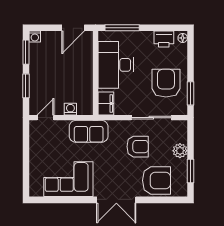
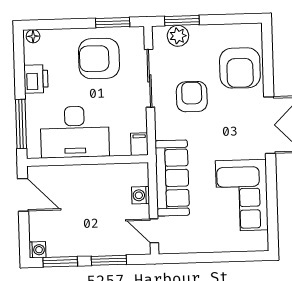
printer: (164, 39) -> (36, 79), moved
filing cabinet: (106, 103) -> (139, 144), width x0.50
sofa: (89, 131) -> (172, 178), width x1.36
plant: (180, 151) -> (178, 36), moved
window: (190, 171) -> (182, 21), moved
armchair: (156, 180) -> (240, 68), turned 180

